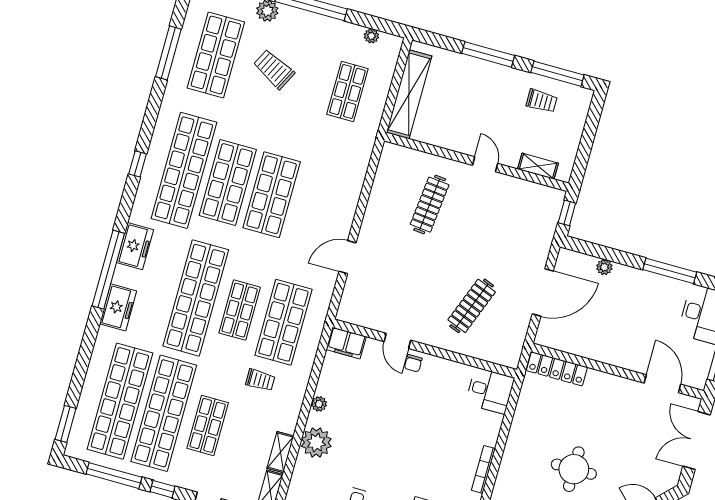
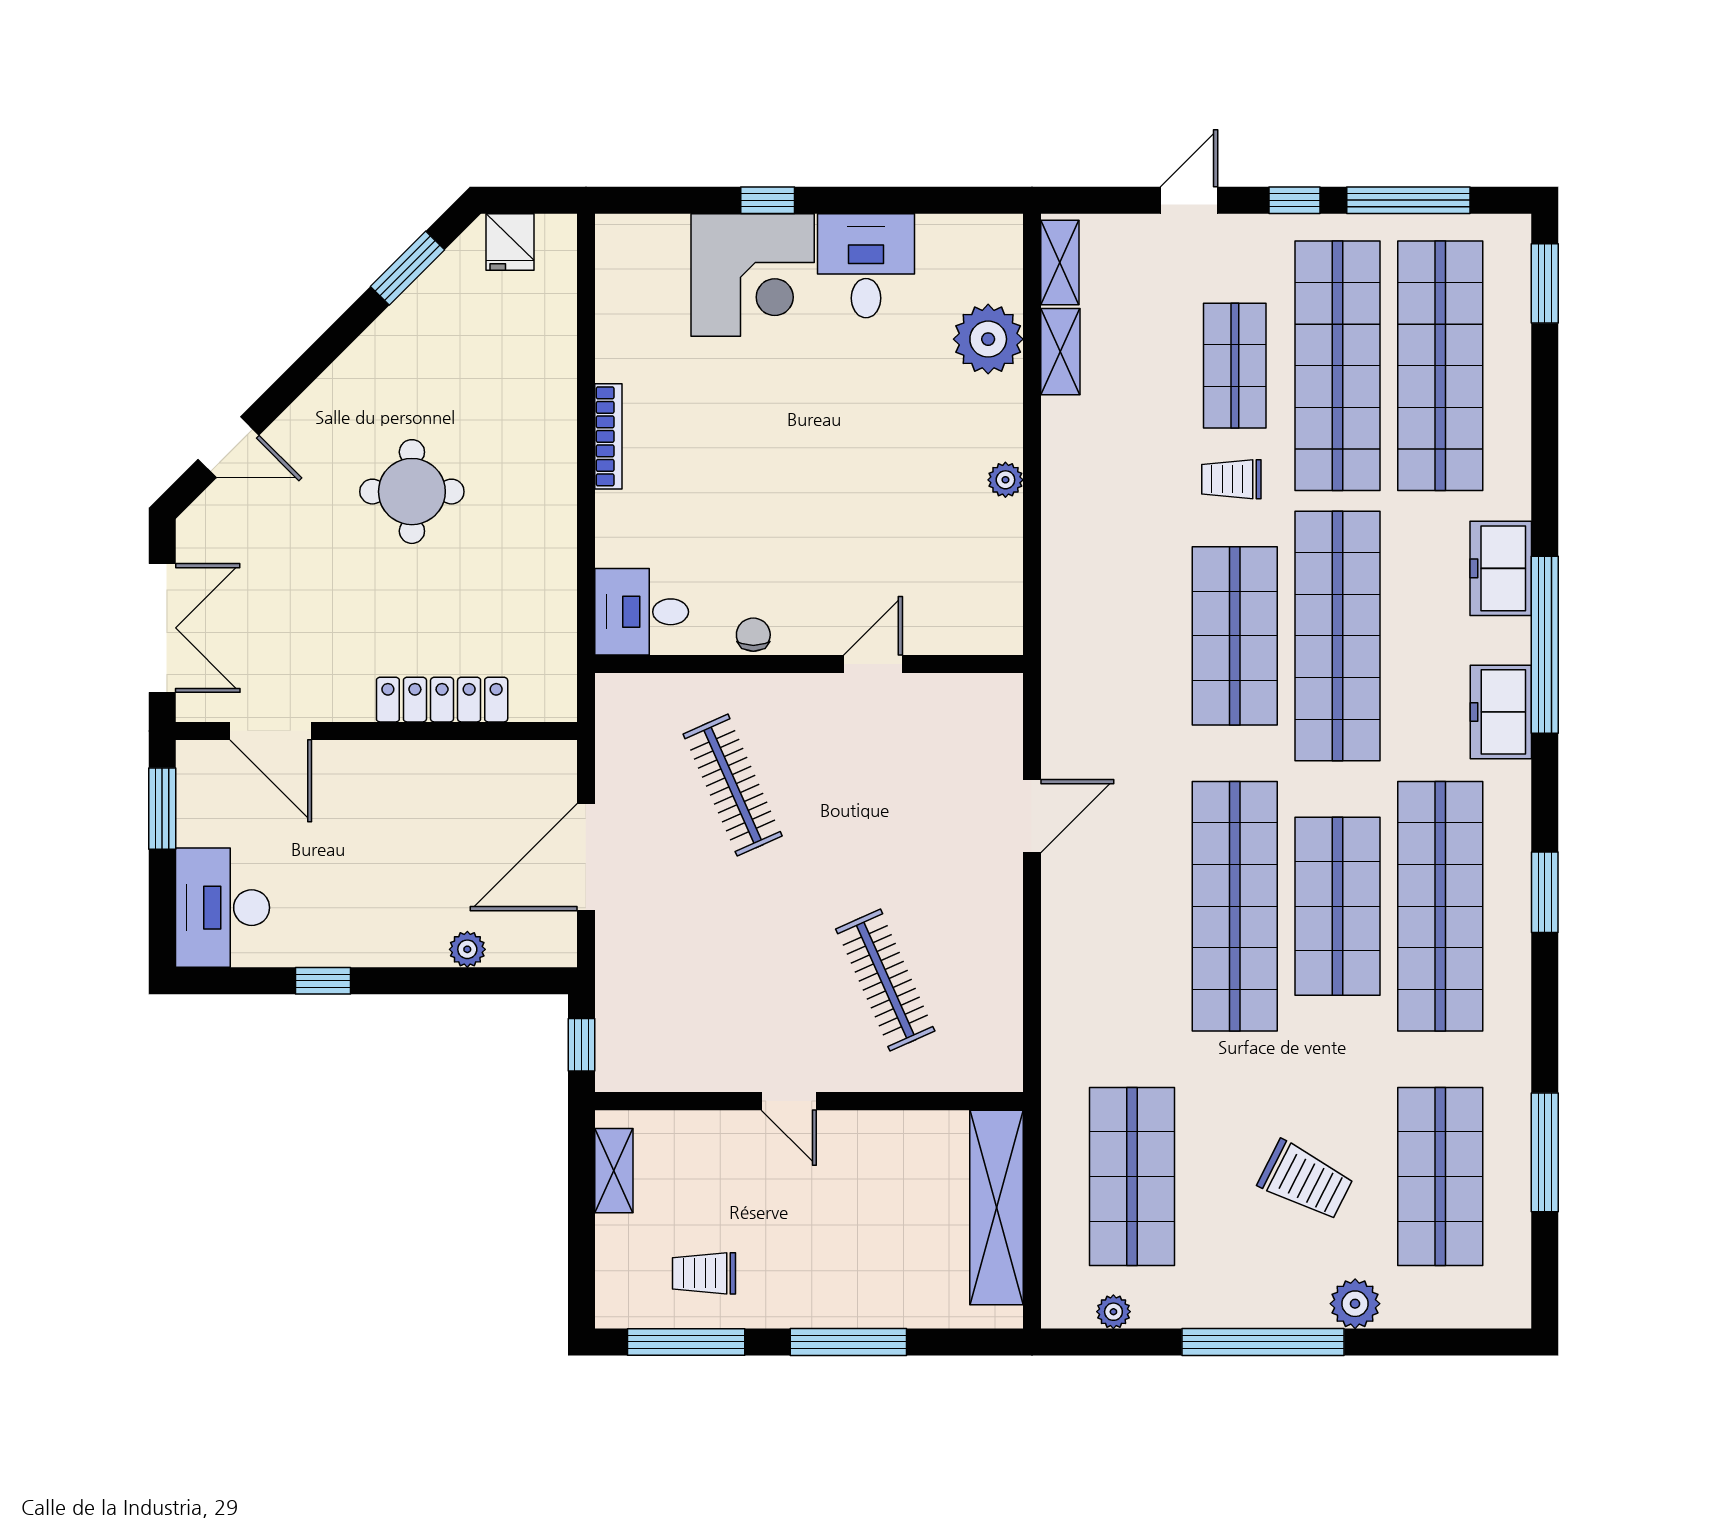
shop shelf: (347, 91) -> (1132, 1176), width x1.43, depth x1.36
window: (138, 164) -> (1545, 892), width x1.50
shelving: (538, 166) -> (614, 1171), moved, turned 90
shop shelf: (272, 195) -> (1235, 906), width x1.40
clothes rail: (430, 205) -> (885, 980), turned -30
window: (670, 271) -> (323, 981), width x0.46
clothes rail: (472, 306) -> (733, 785), turned -45
shop shelf: (240, 310) -> (1235, 636), width x1.43, depth x1.36
shop shelf: (283, 322) -> (1132, 636), removed
door: (397, 341) -> (873, 664), hinge flipped
filing cabinet: (346, 343) -> (983, 629), removed
chair: (413, 363) -> (753, 635), moved
locker: (557, 369) -> (442, 700), moved
trolley: (260, 380) -> (1231, 479), moved
plant: (316, 443) -> (988, 339), moved

